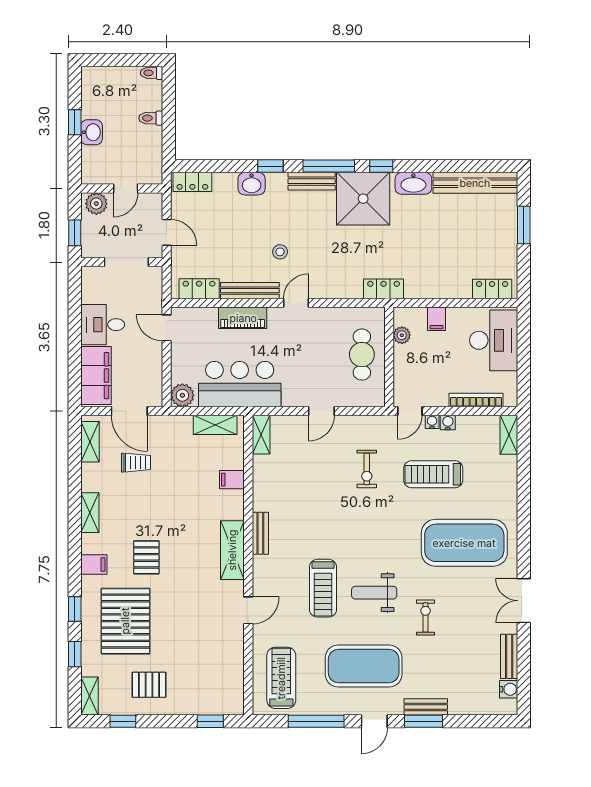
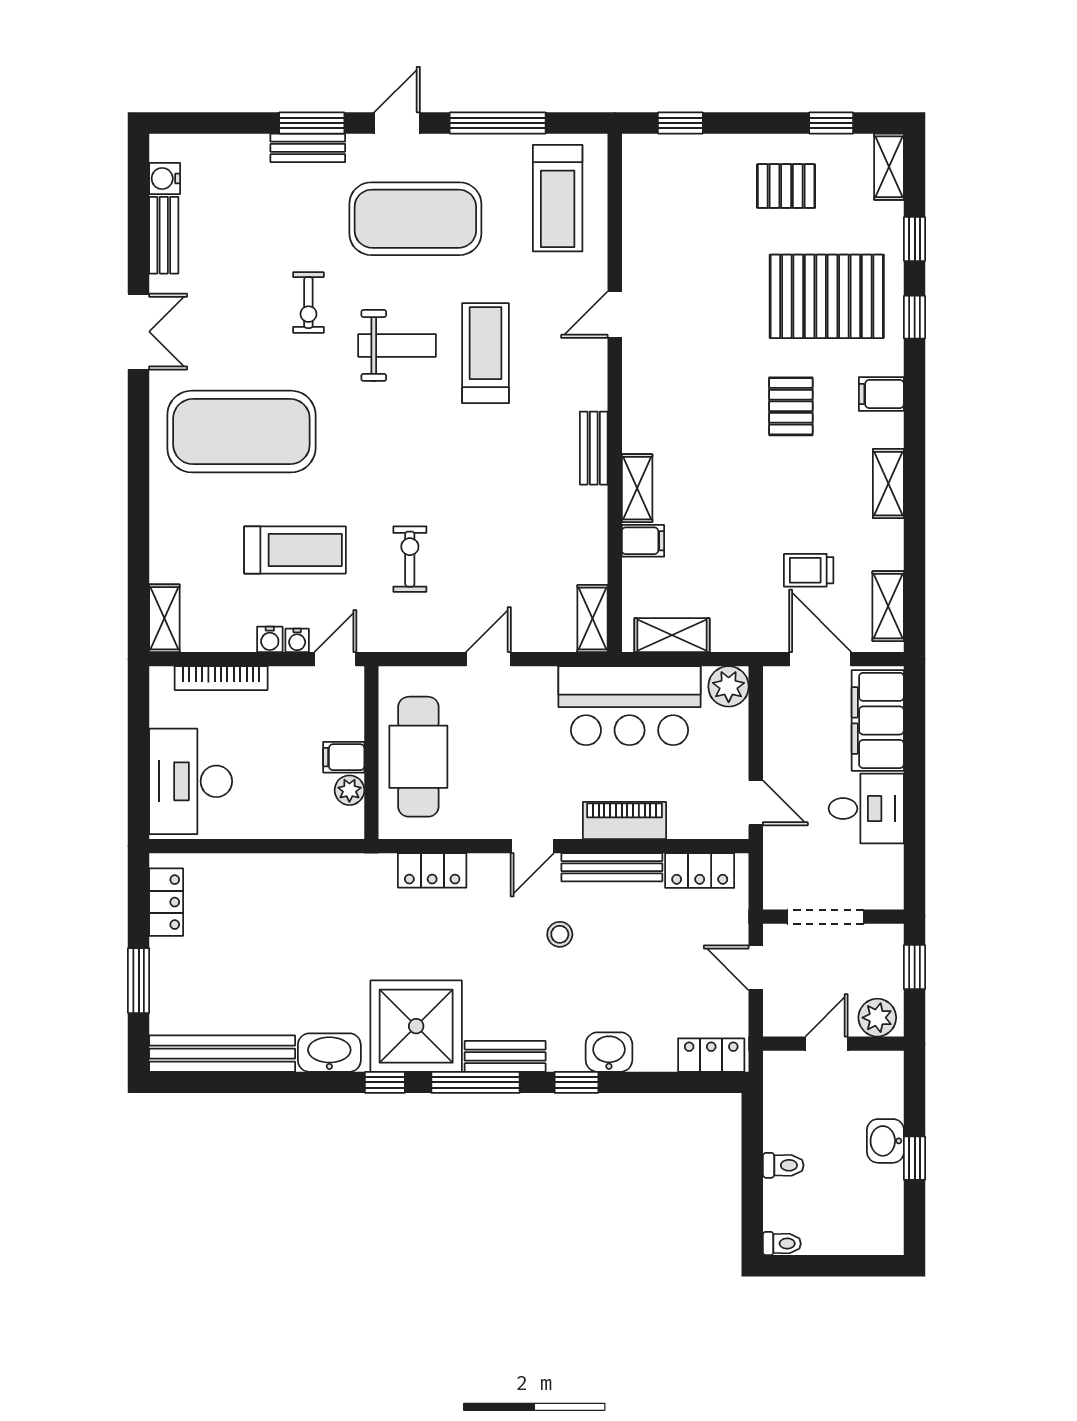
locker: (384, 289) -> (432, 870), moved
locker: (492, 289) -> (166, 902), moved, turned -90
filing cabinet: (437, 319) -> (344, 757), moved, turned -90
cafe table: (362, 355) -> (418, 757), width x1.37, depth x1.35
shelving: (232, 550) -> (637, 488), moved, width x0.67, depth x0.75
pallet: (125, 621) -> (827, 296), turned 90

